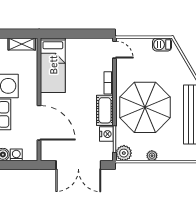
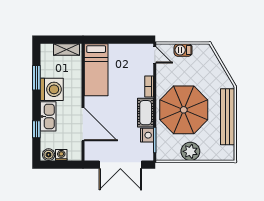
barbecue: (162, 44) -> (183, 50), moved
plant: (124, 153) -> (164, 153), removed
plant: (152, 156) -> (190, 151), width x1.87, depth x1.87

